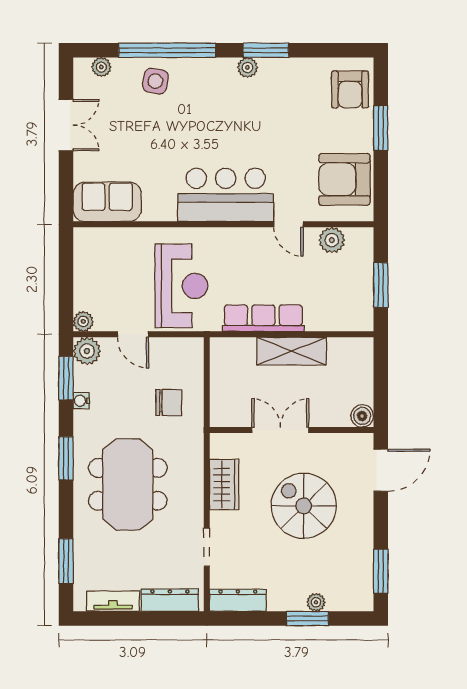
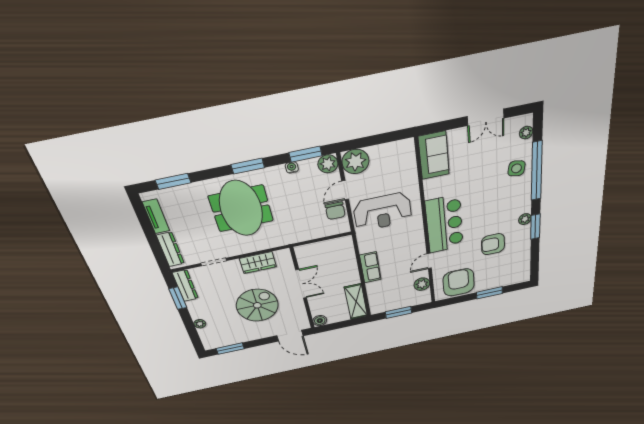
armchair: (350, 89) -> (493, 244), moved
row of seats: (263, 318) -> (370, 267), width x0.68
plant: (83, 321) -> (355, 162), width x1.87, depth x1.87
shelving: (292, 351) -> (356, 302), moved
chair: (169, 402) -> (335, 211), moved
meeting table: (128, 484) -> (241, 208), turned 90
window: (307, 618) -> (178, 298), moved

